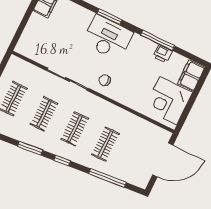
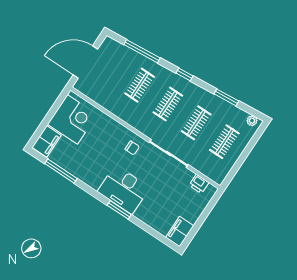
window: (158, 40) -> (61, 171), moved
printer: (163, 54) -> (199, 184), moved, turned 180
window: (30, 148) -> (226, 97), moved

